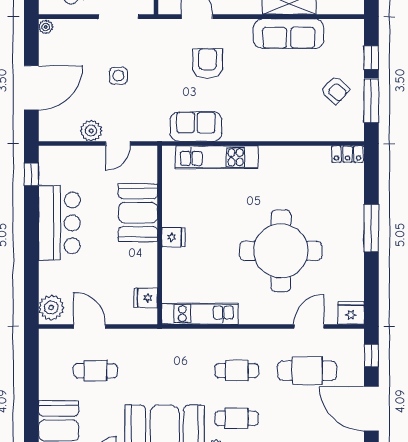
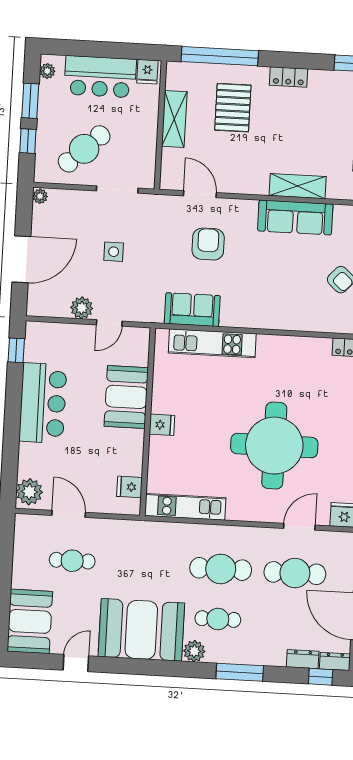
cafe table: (237, 371) -> (221, 569), width x1.37, depth x1.35

